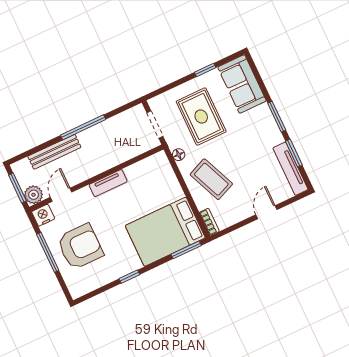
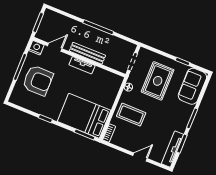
bench: (54, 152) -> (87, 53), moved
coffee table: (211, 179) -> (131, 115), turned -67
plant: (34, 195) -> (42, 34), removed

